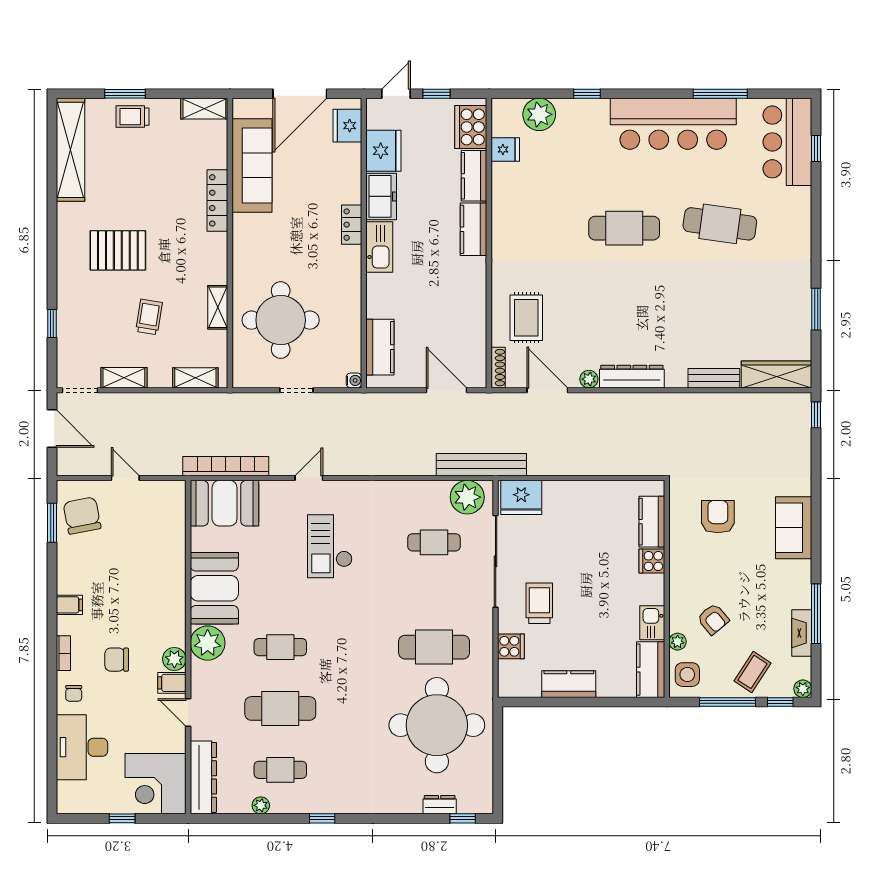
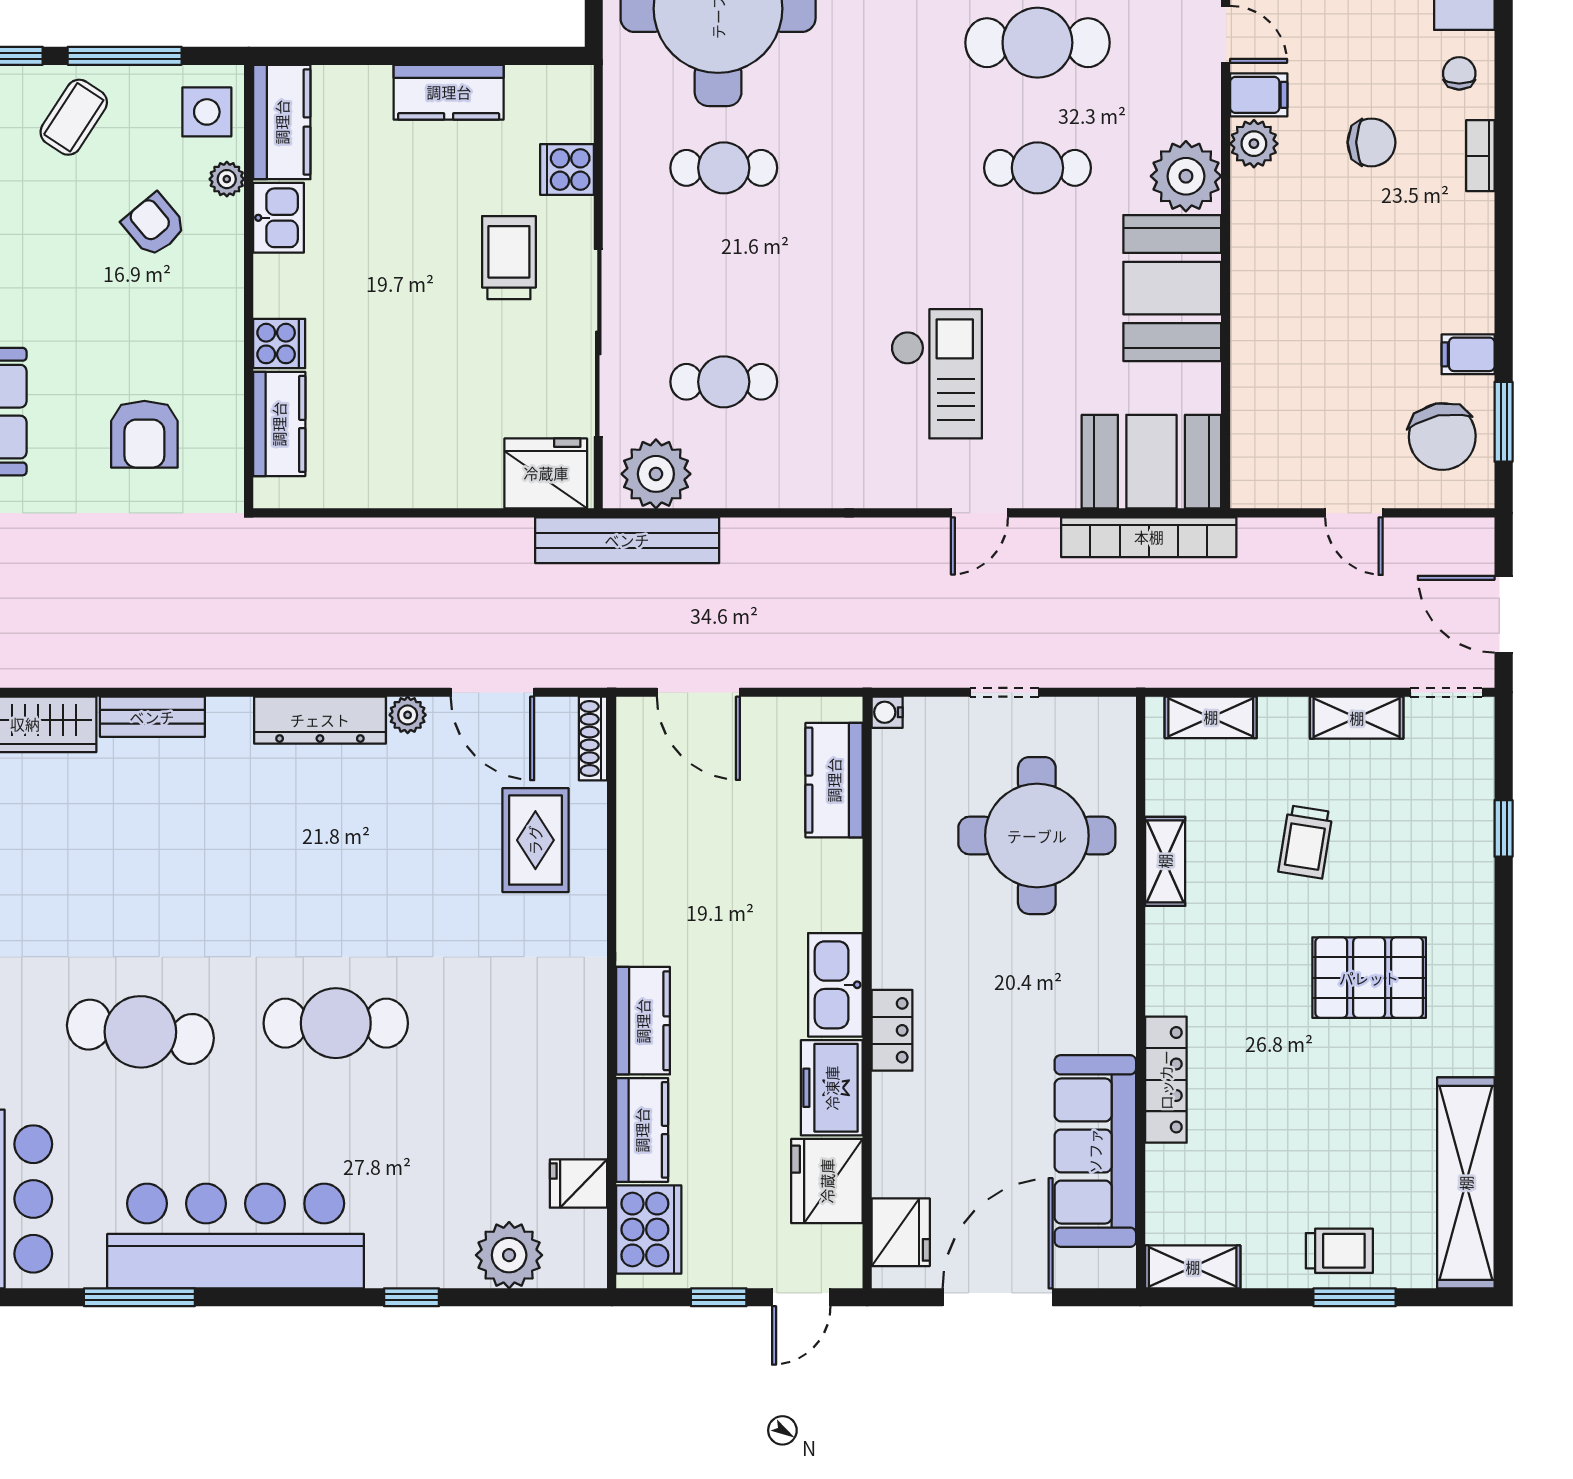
trolley: (539, 603) -> (509, 258), turned 180
filing cabinet: (69, 605) -> (1468, 354), moved
cafe table: (434, 647) -> (724, 168), width x0.73, depth x0.74

